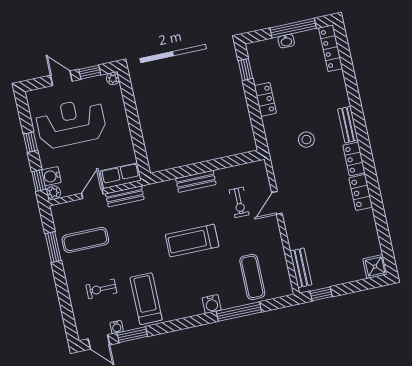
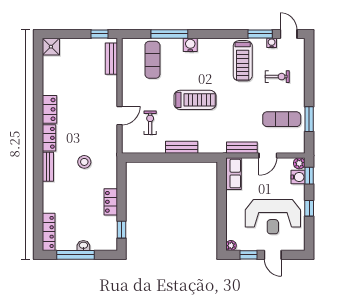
row of seats: (121, 176) -> (233, 174), moved, turned -90

